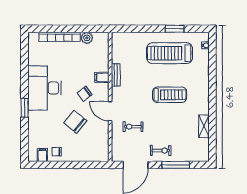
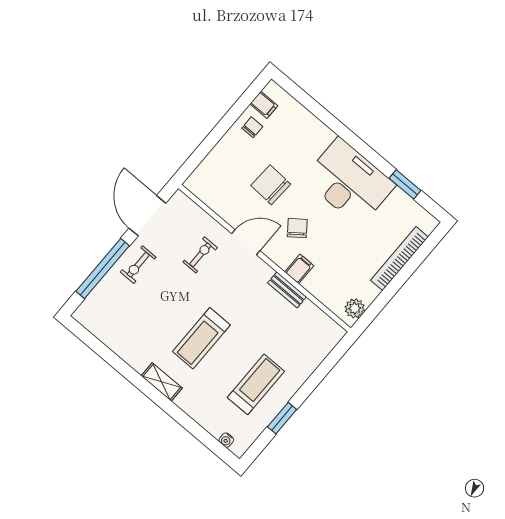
plant: (87, 38) -> (355, 308), moved
treadmill: (170, 53) -> (256, 384), width x0.73, depth x0.73
window: (25, 108) -> (405, 184), moved
chair: (75, 122) -> (271, 185), turned -126
shelving: (204, 126) -> (162, 382), moved
window: (176, 165) -> (103, 269), width x1.46

